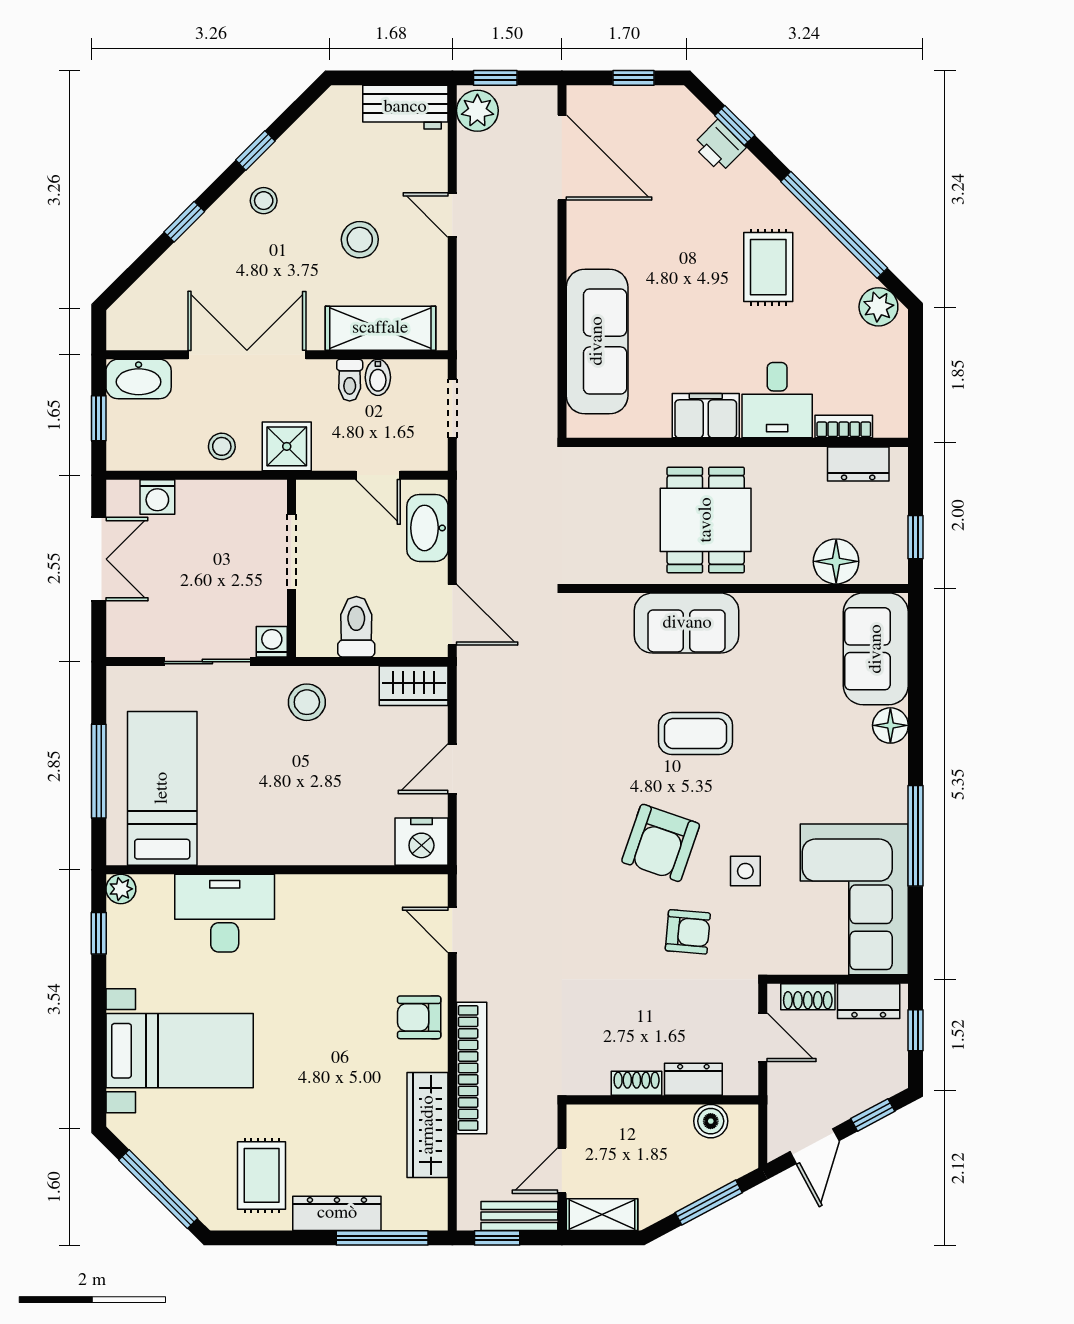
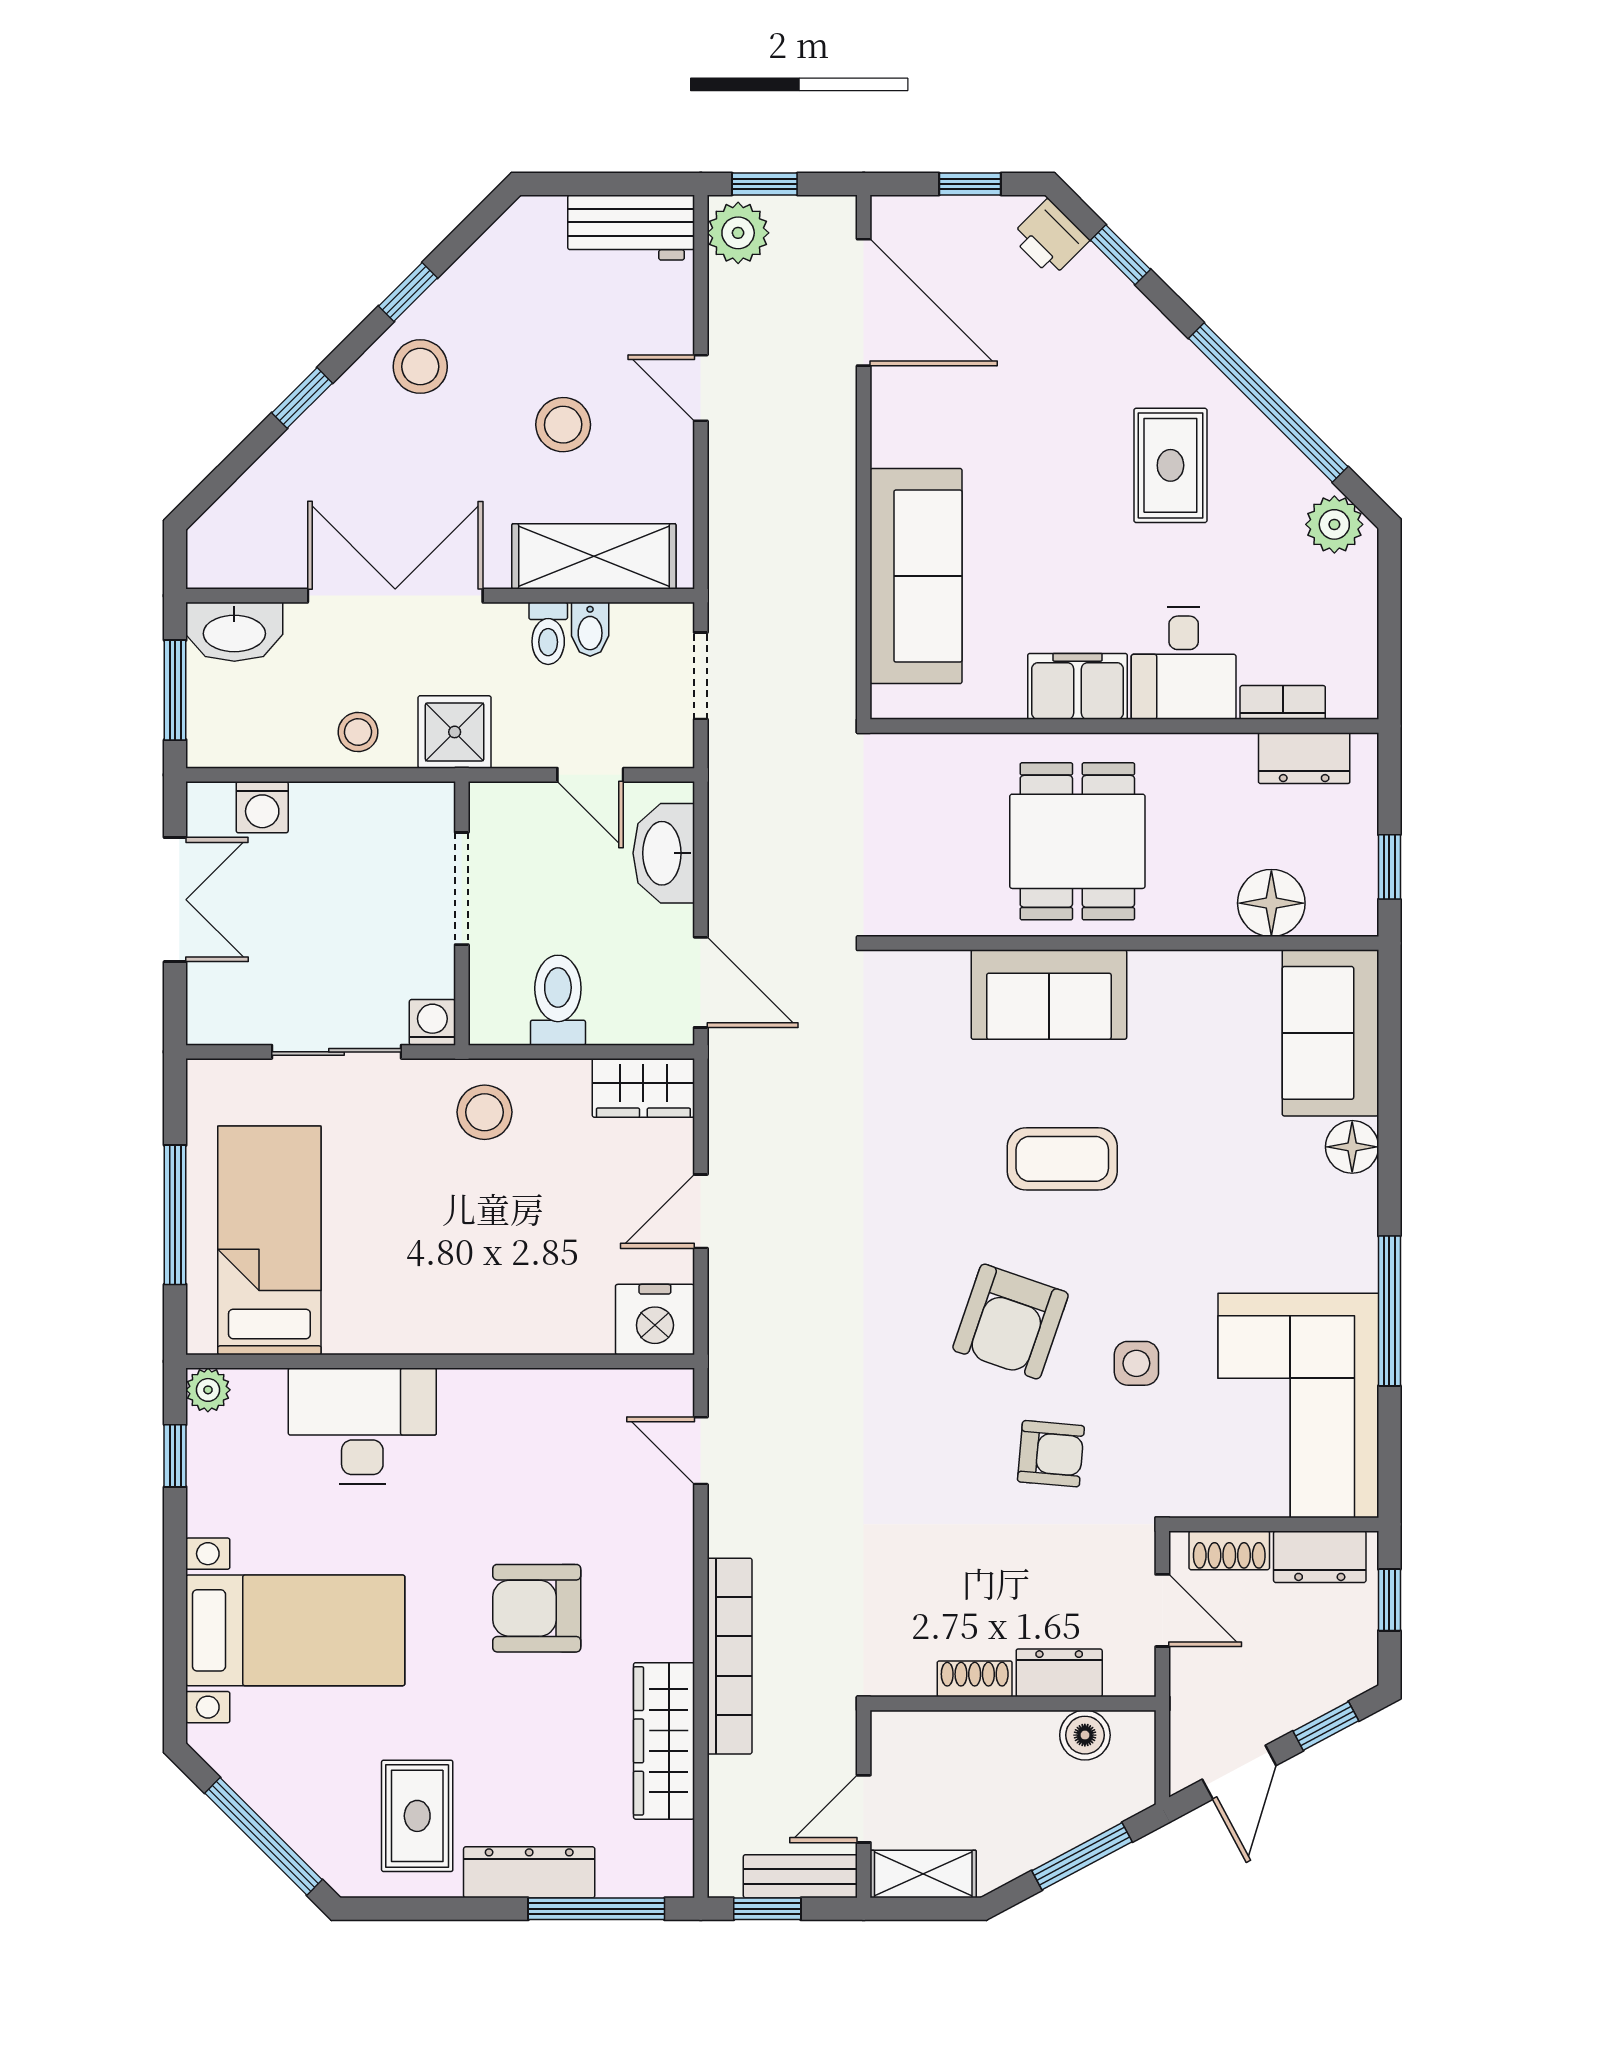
printer: (719, 146) -> (1050, 238), moved
stool: (264, 201) -> (420, 367), width x1.37, depth x1.37
window: (99, 418) -> (175, 690), width x1.50
armchair: (419, 1017) -> (537, 1608), moved, width x1.38, depth x1.38

